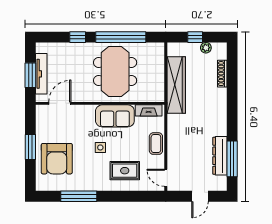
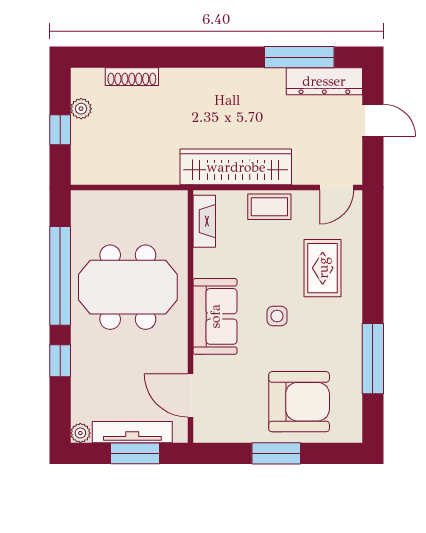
plant: (41, 47) -> (80, 433), added
wardrobe: (176, 85) -> (236, 167), moved
sofa: (115, 116) -> (215, 316), moved
dresser: (220, 156) -> (324, 81), moved

